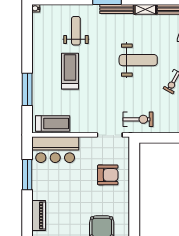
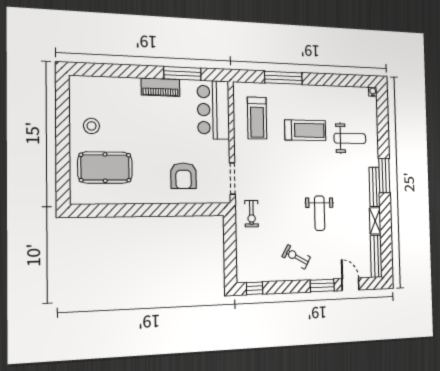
weight bench: (138, 60) -> (320, 213), width x0.73, depth x0.75
exercise bike: (138, 119) -> (252, 214), width x0.73, depth x0.72
treadmill: (53, 124) -> (257, 118), moved
piano: (39, 215) -> (161, 87), moved

